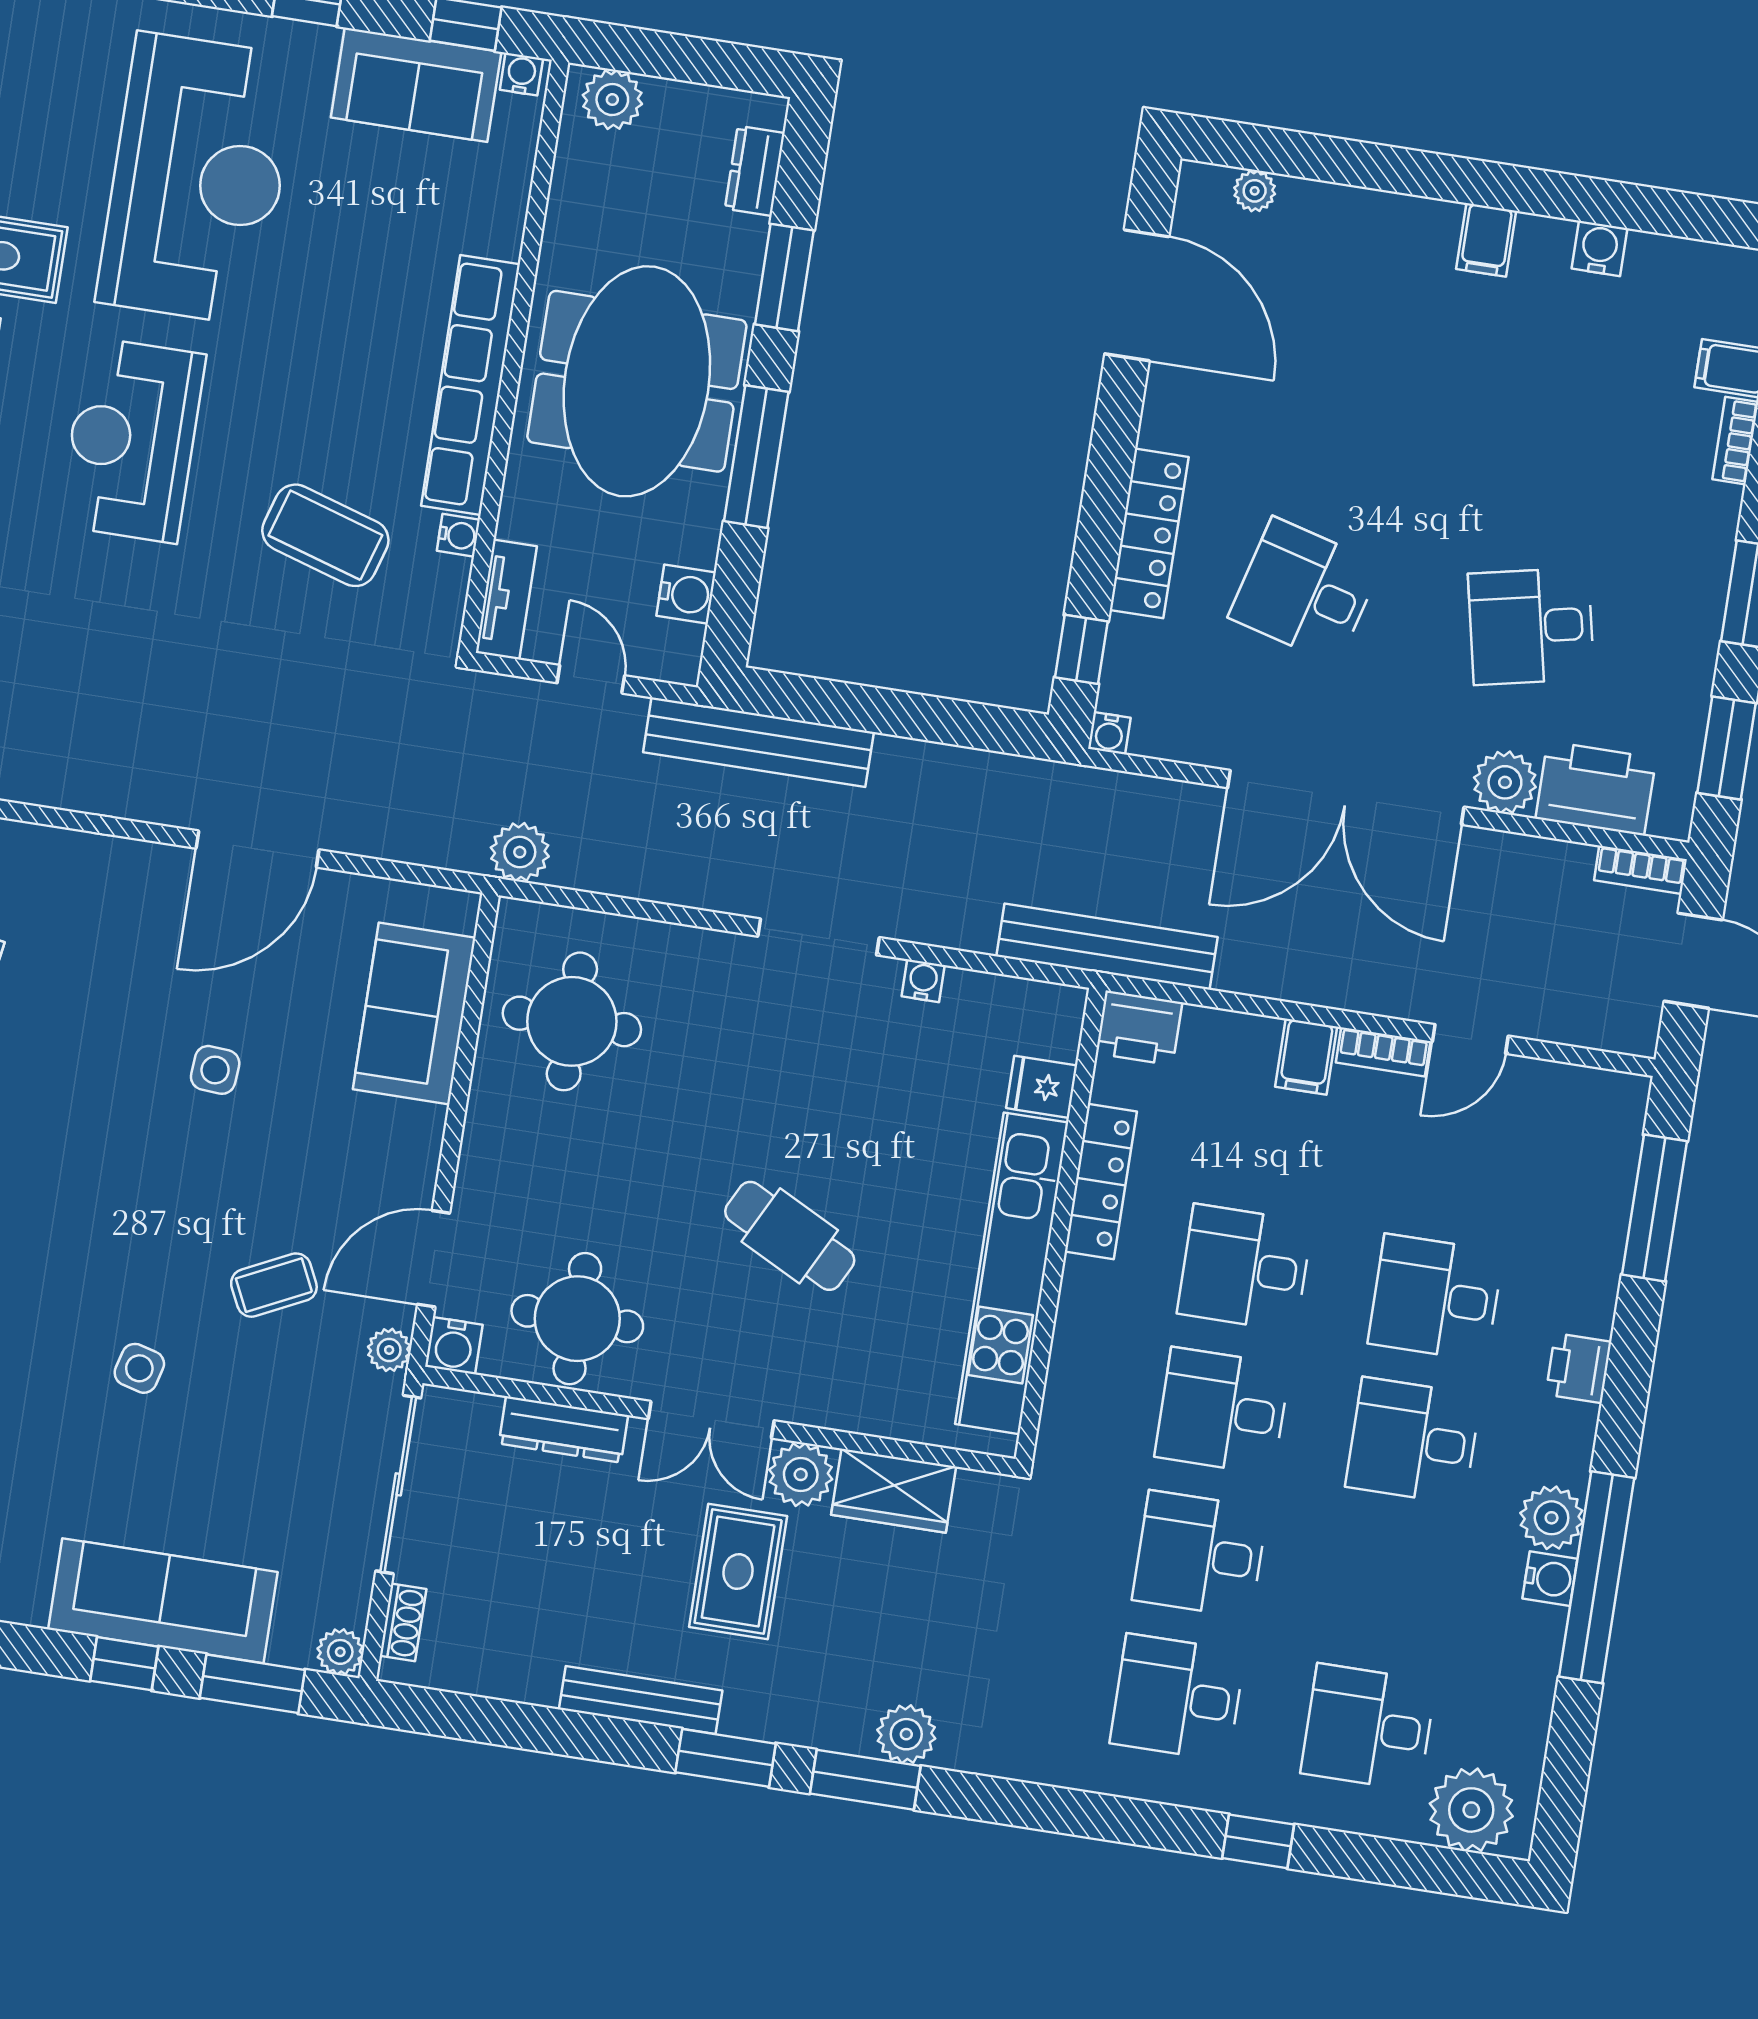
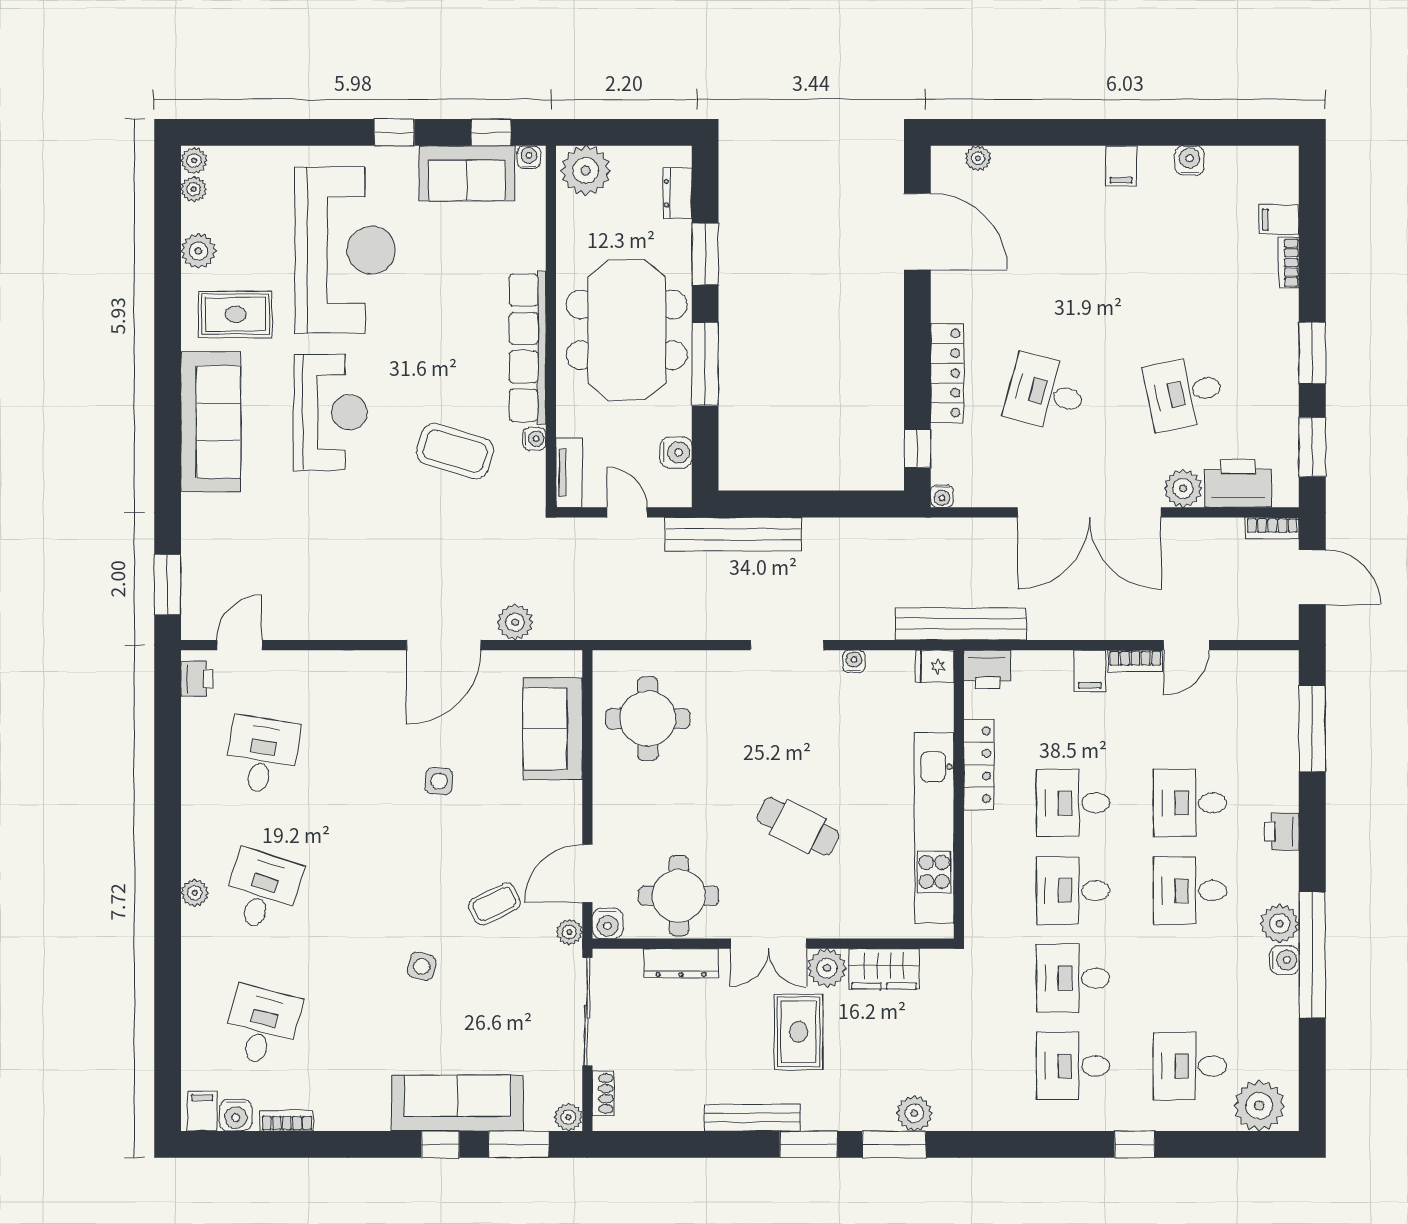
plant: (612, 100) -> (586, 170), width x1.36, depth x1.36
reception desk: (132, 440) -> (331, 412), turned 180
plant: (520, 852) -> (515, 622), moved
fridge: (1042, 1087) -> (935, 666), moved

